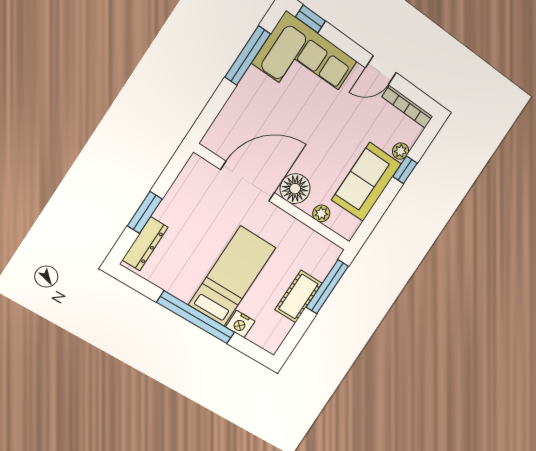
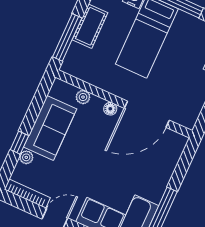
floor lamp: (295, 189) -> (110, 109), width x0.53, depth x0.53

